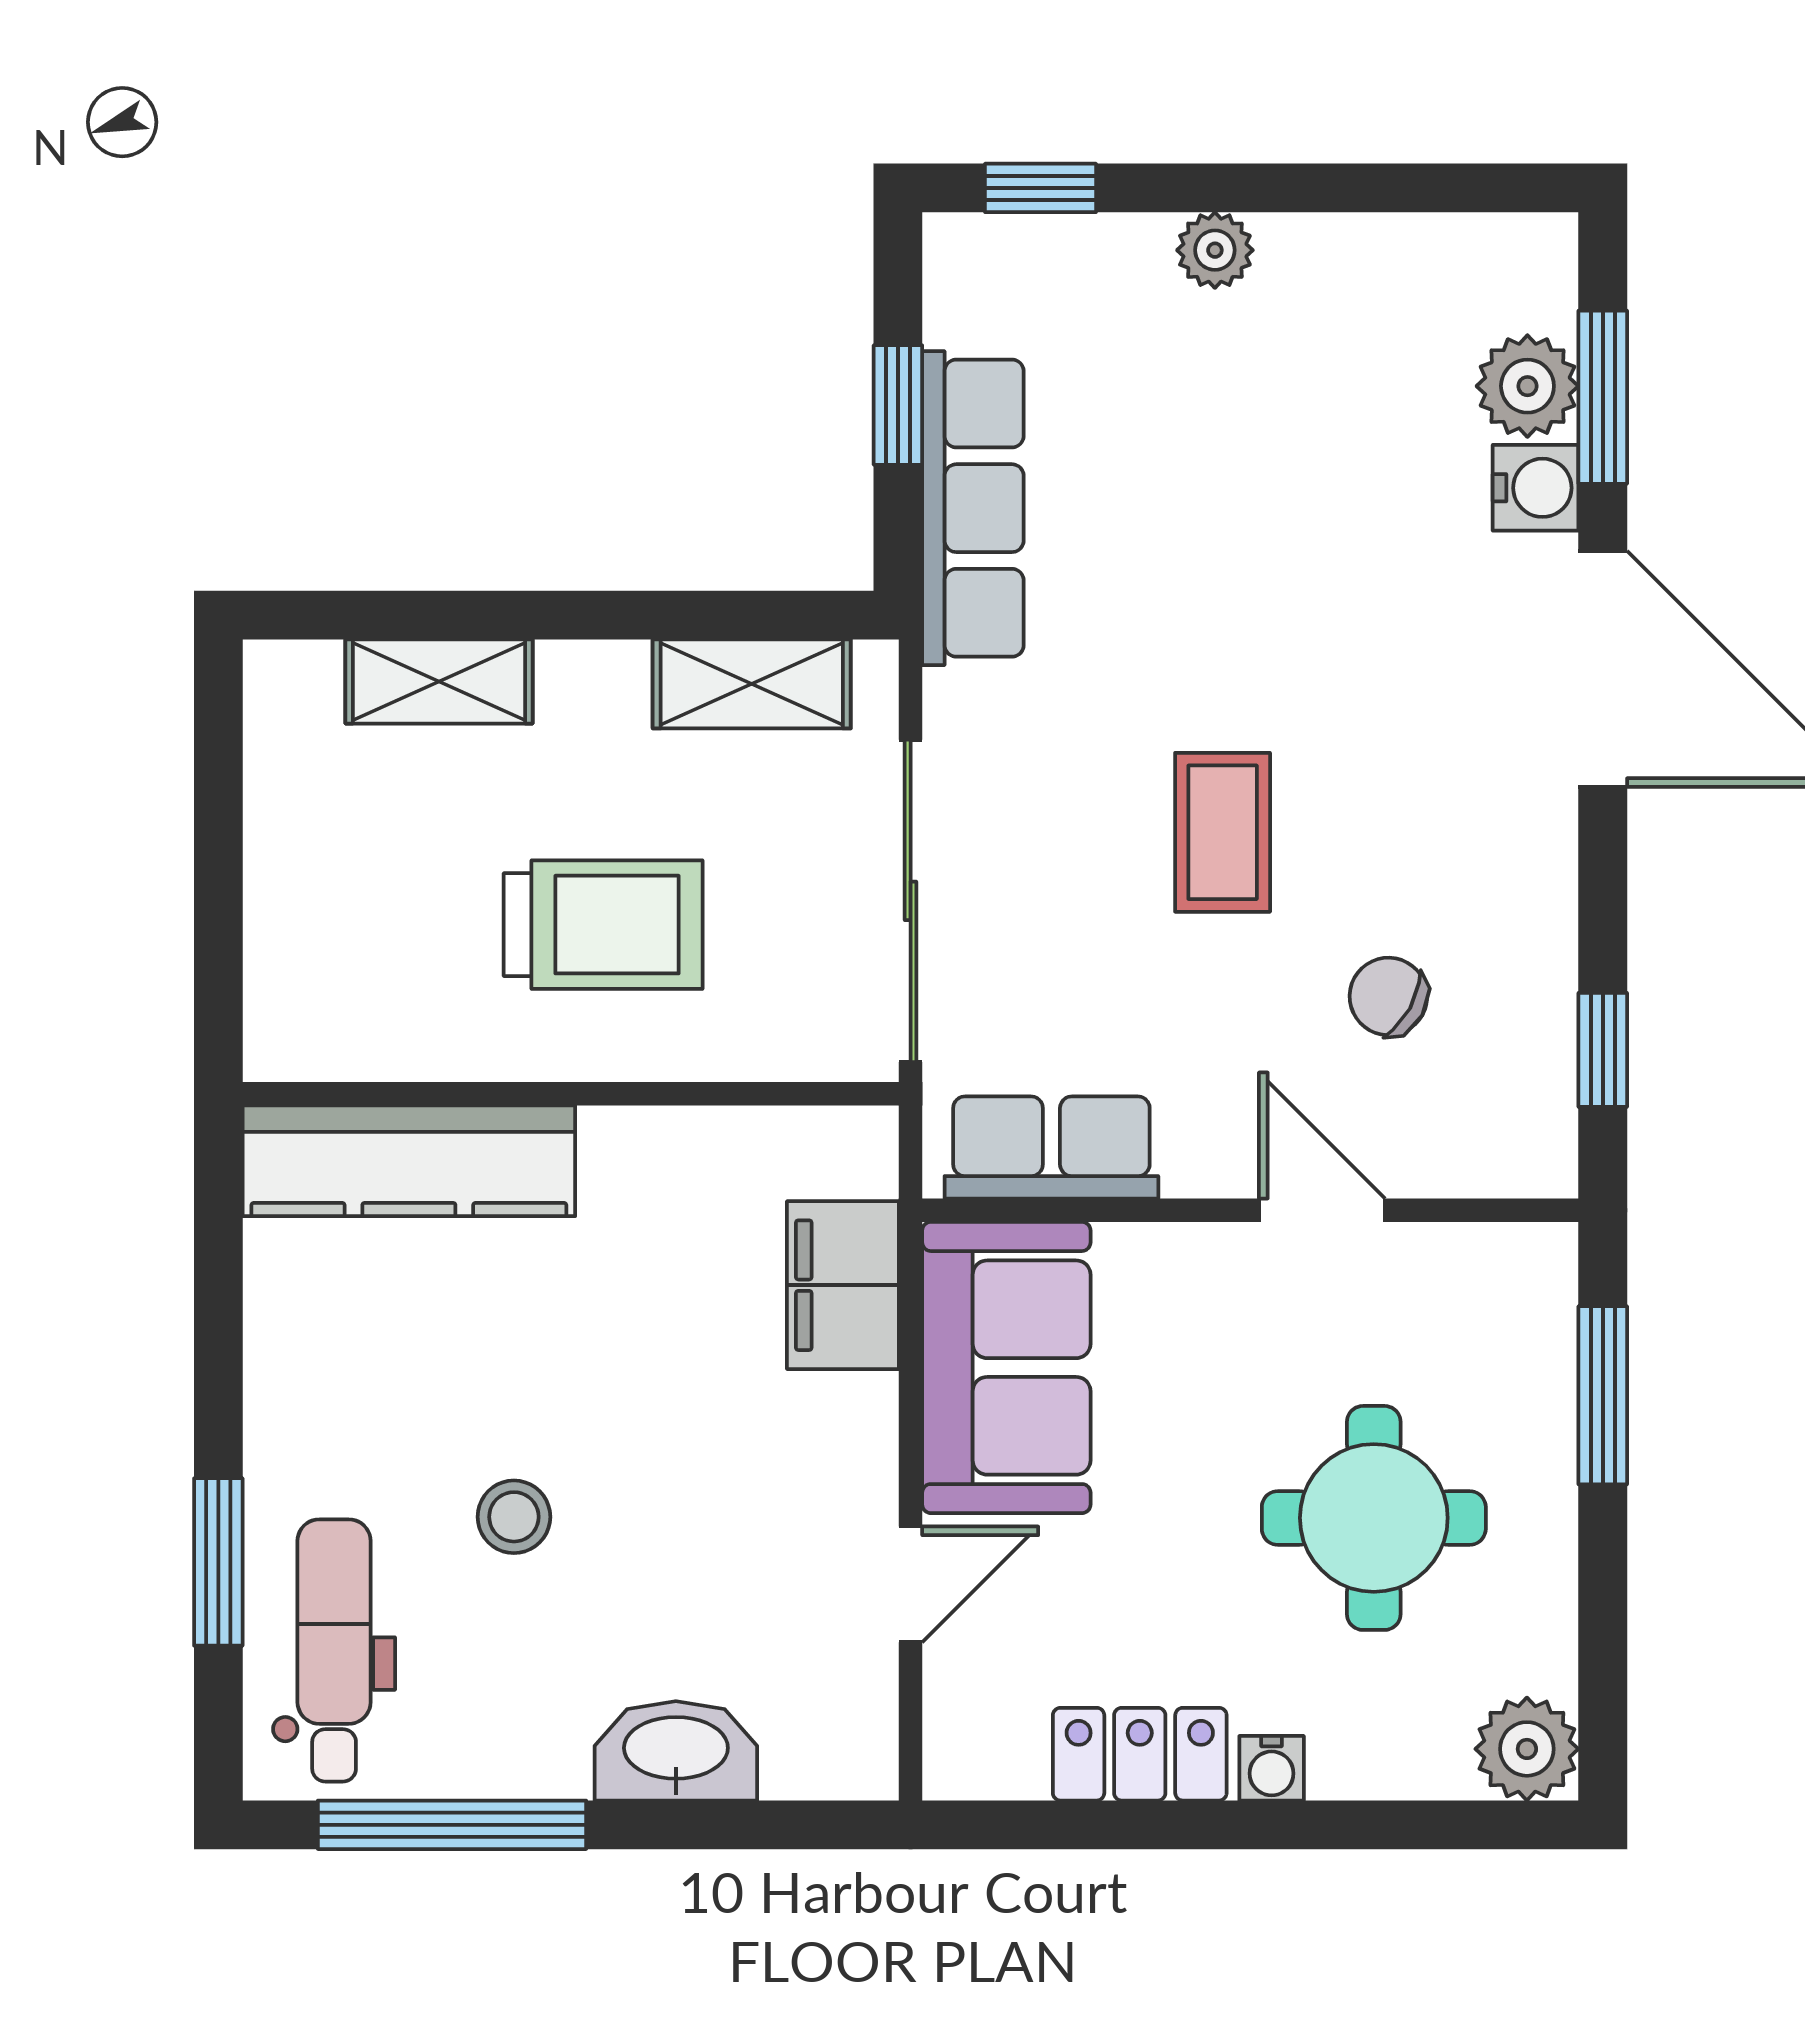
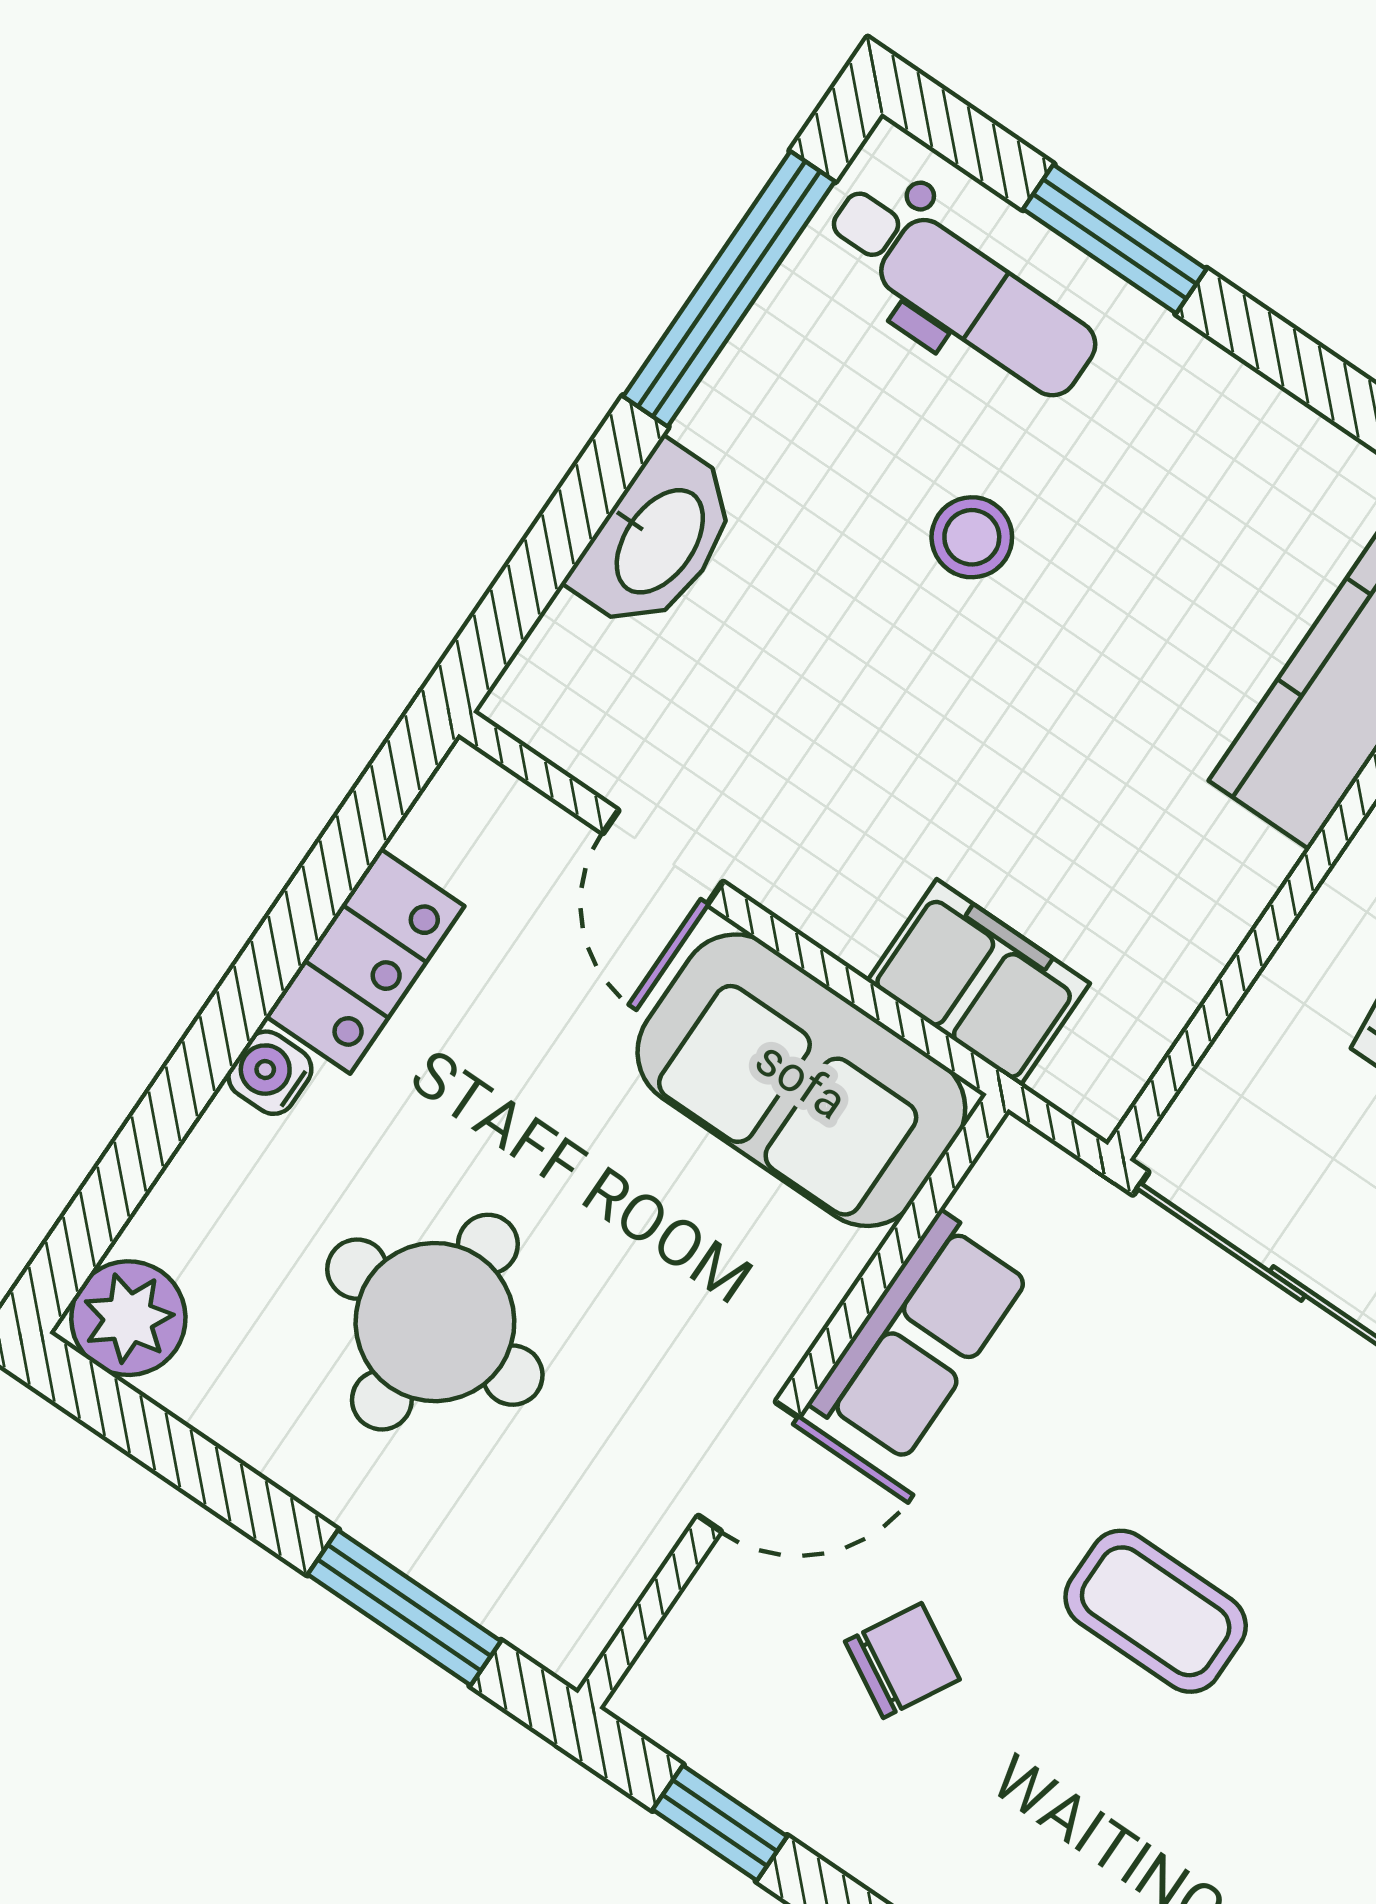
row of seats: (1051, 1147) -> (920, 1338), moved

